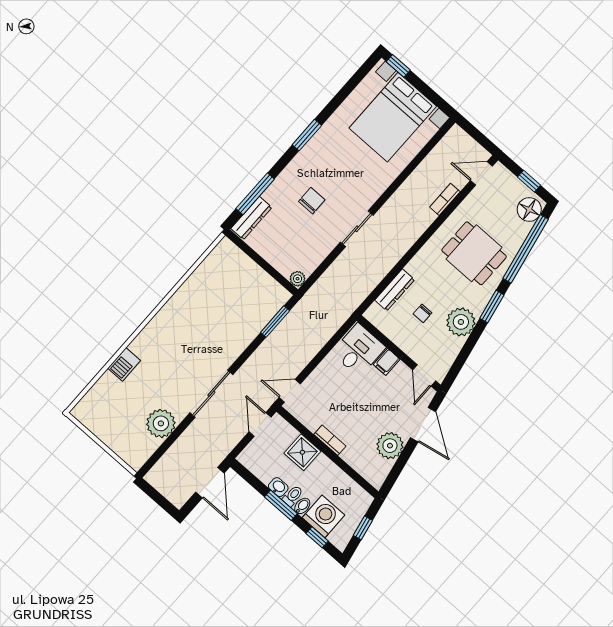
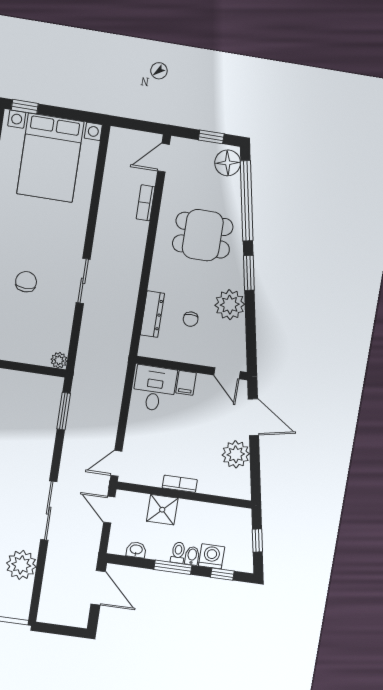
washbasin: (278, 487) -> (136, 550), moved
washing machine: (324, 516) -> (212, 556), width x0.73, depth x0.73

